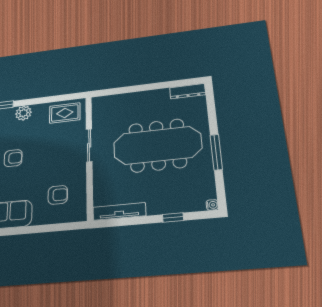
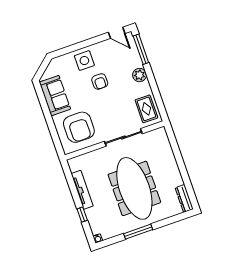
sliding door: (89, 145) -> (123, 137), width x1.37
armchair: (58, 195) -> (79, 127), width x1.88, depth x1.88
tv unit: (119, 211) -> (82, 190), moved

